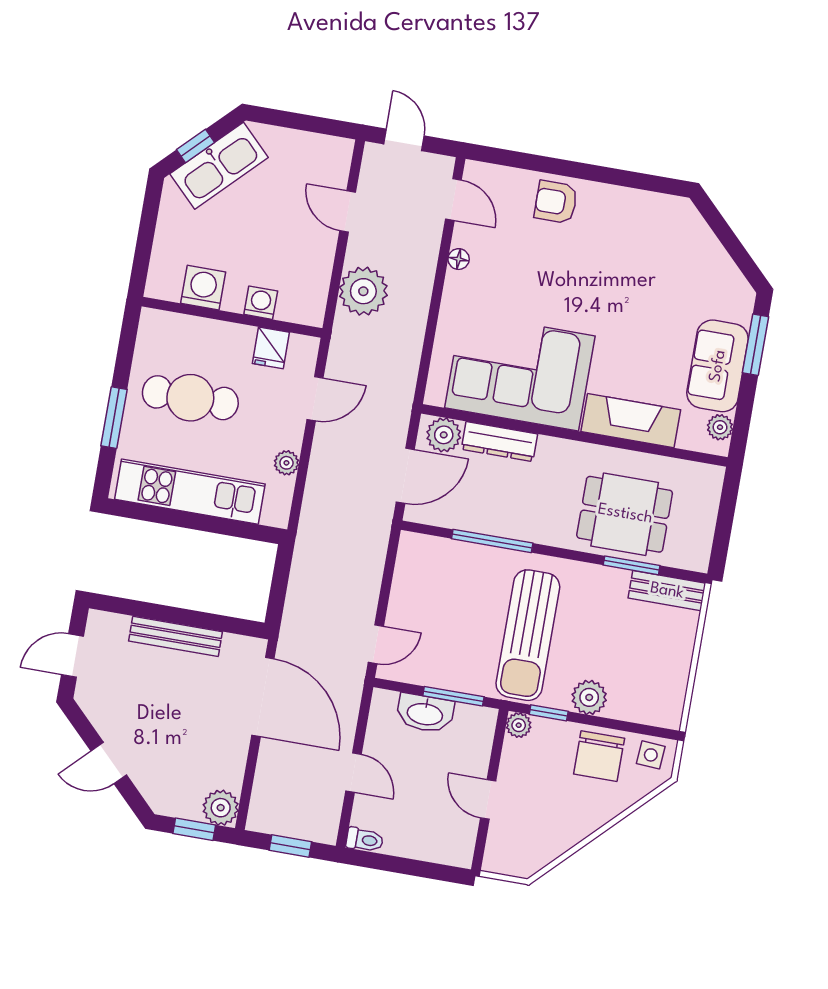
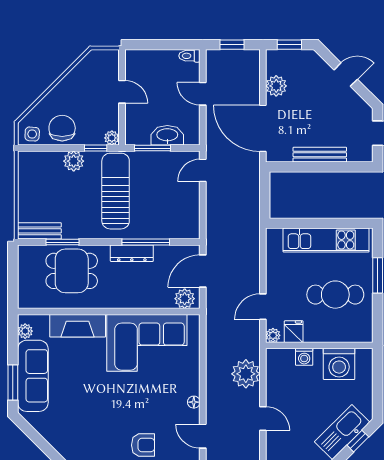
washing machine: (203, 288) -> (339, 364), width x1.37, depth x1.37
sofa: (718, 366) -> (33, 376), width x1.36
dresser: (499, 442) -> (132, 253), moved, turned 180
plant: (286, 463) -> (273, 335), moved
plant: (221, 808) -> (276, 86), moved

